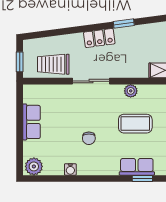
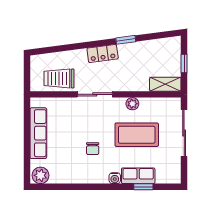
window: (20, 62) -> (27, 76), removed
row of seats: (32, 122) -> (38, 133), width x1.48
coffee table: (135, 124) -> (137, 135), width x1.36, depth x1.32
water cooler: (70, 169) -> (115, 178), moved

